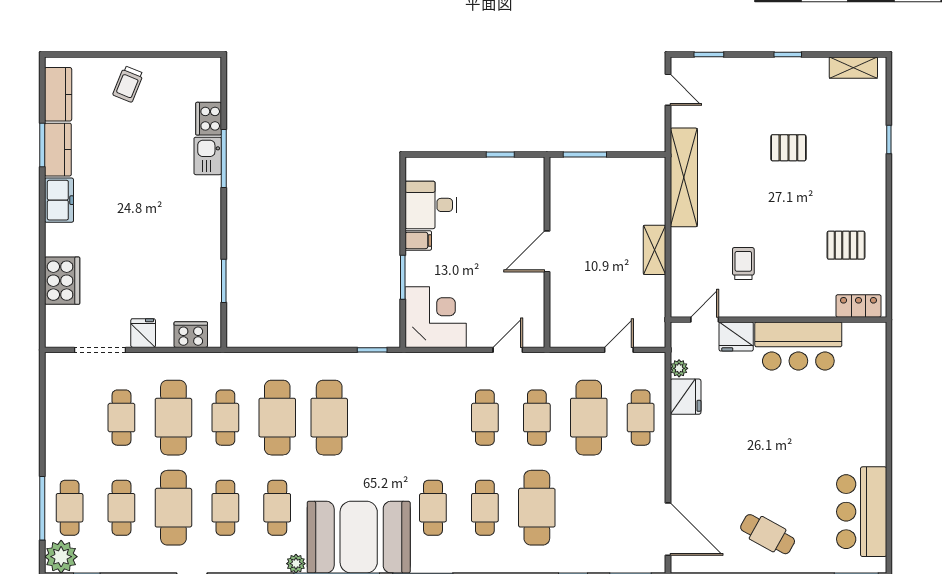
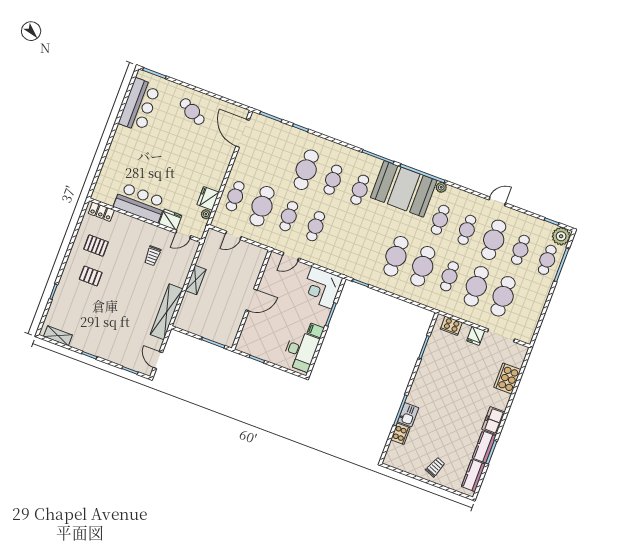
pallet: (788, 148) -> (91, 276), moved
desk: (431, 205) -> (301, 351), width x1.37
cafe table: (121, 418) -> (503, 296), width x1.37, depth x1.35

